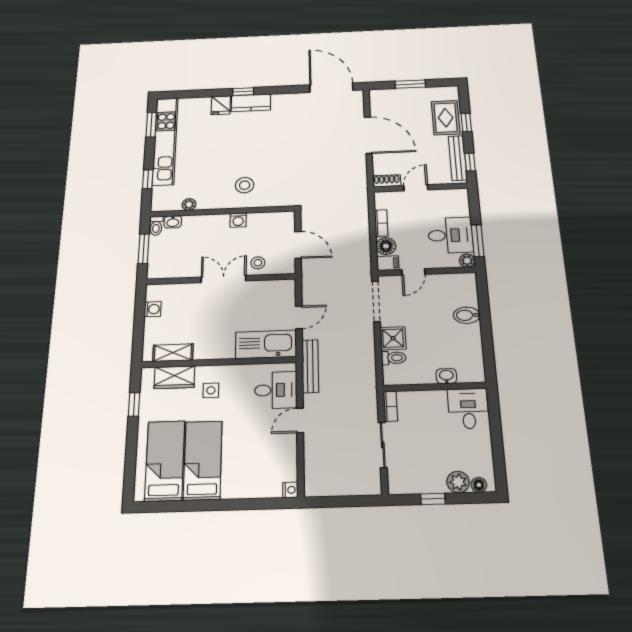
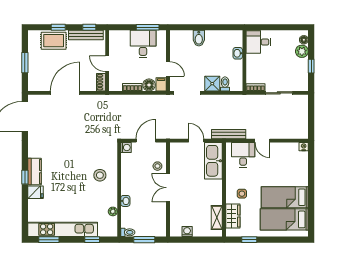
washing machine: (238, 220) -> (126, 147), moved
washbasin: (173, 222) -> (125, 201), moved
plant: (467, 261) -> (161, 35), removed

